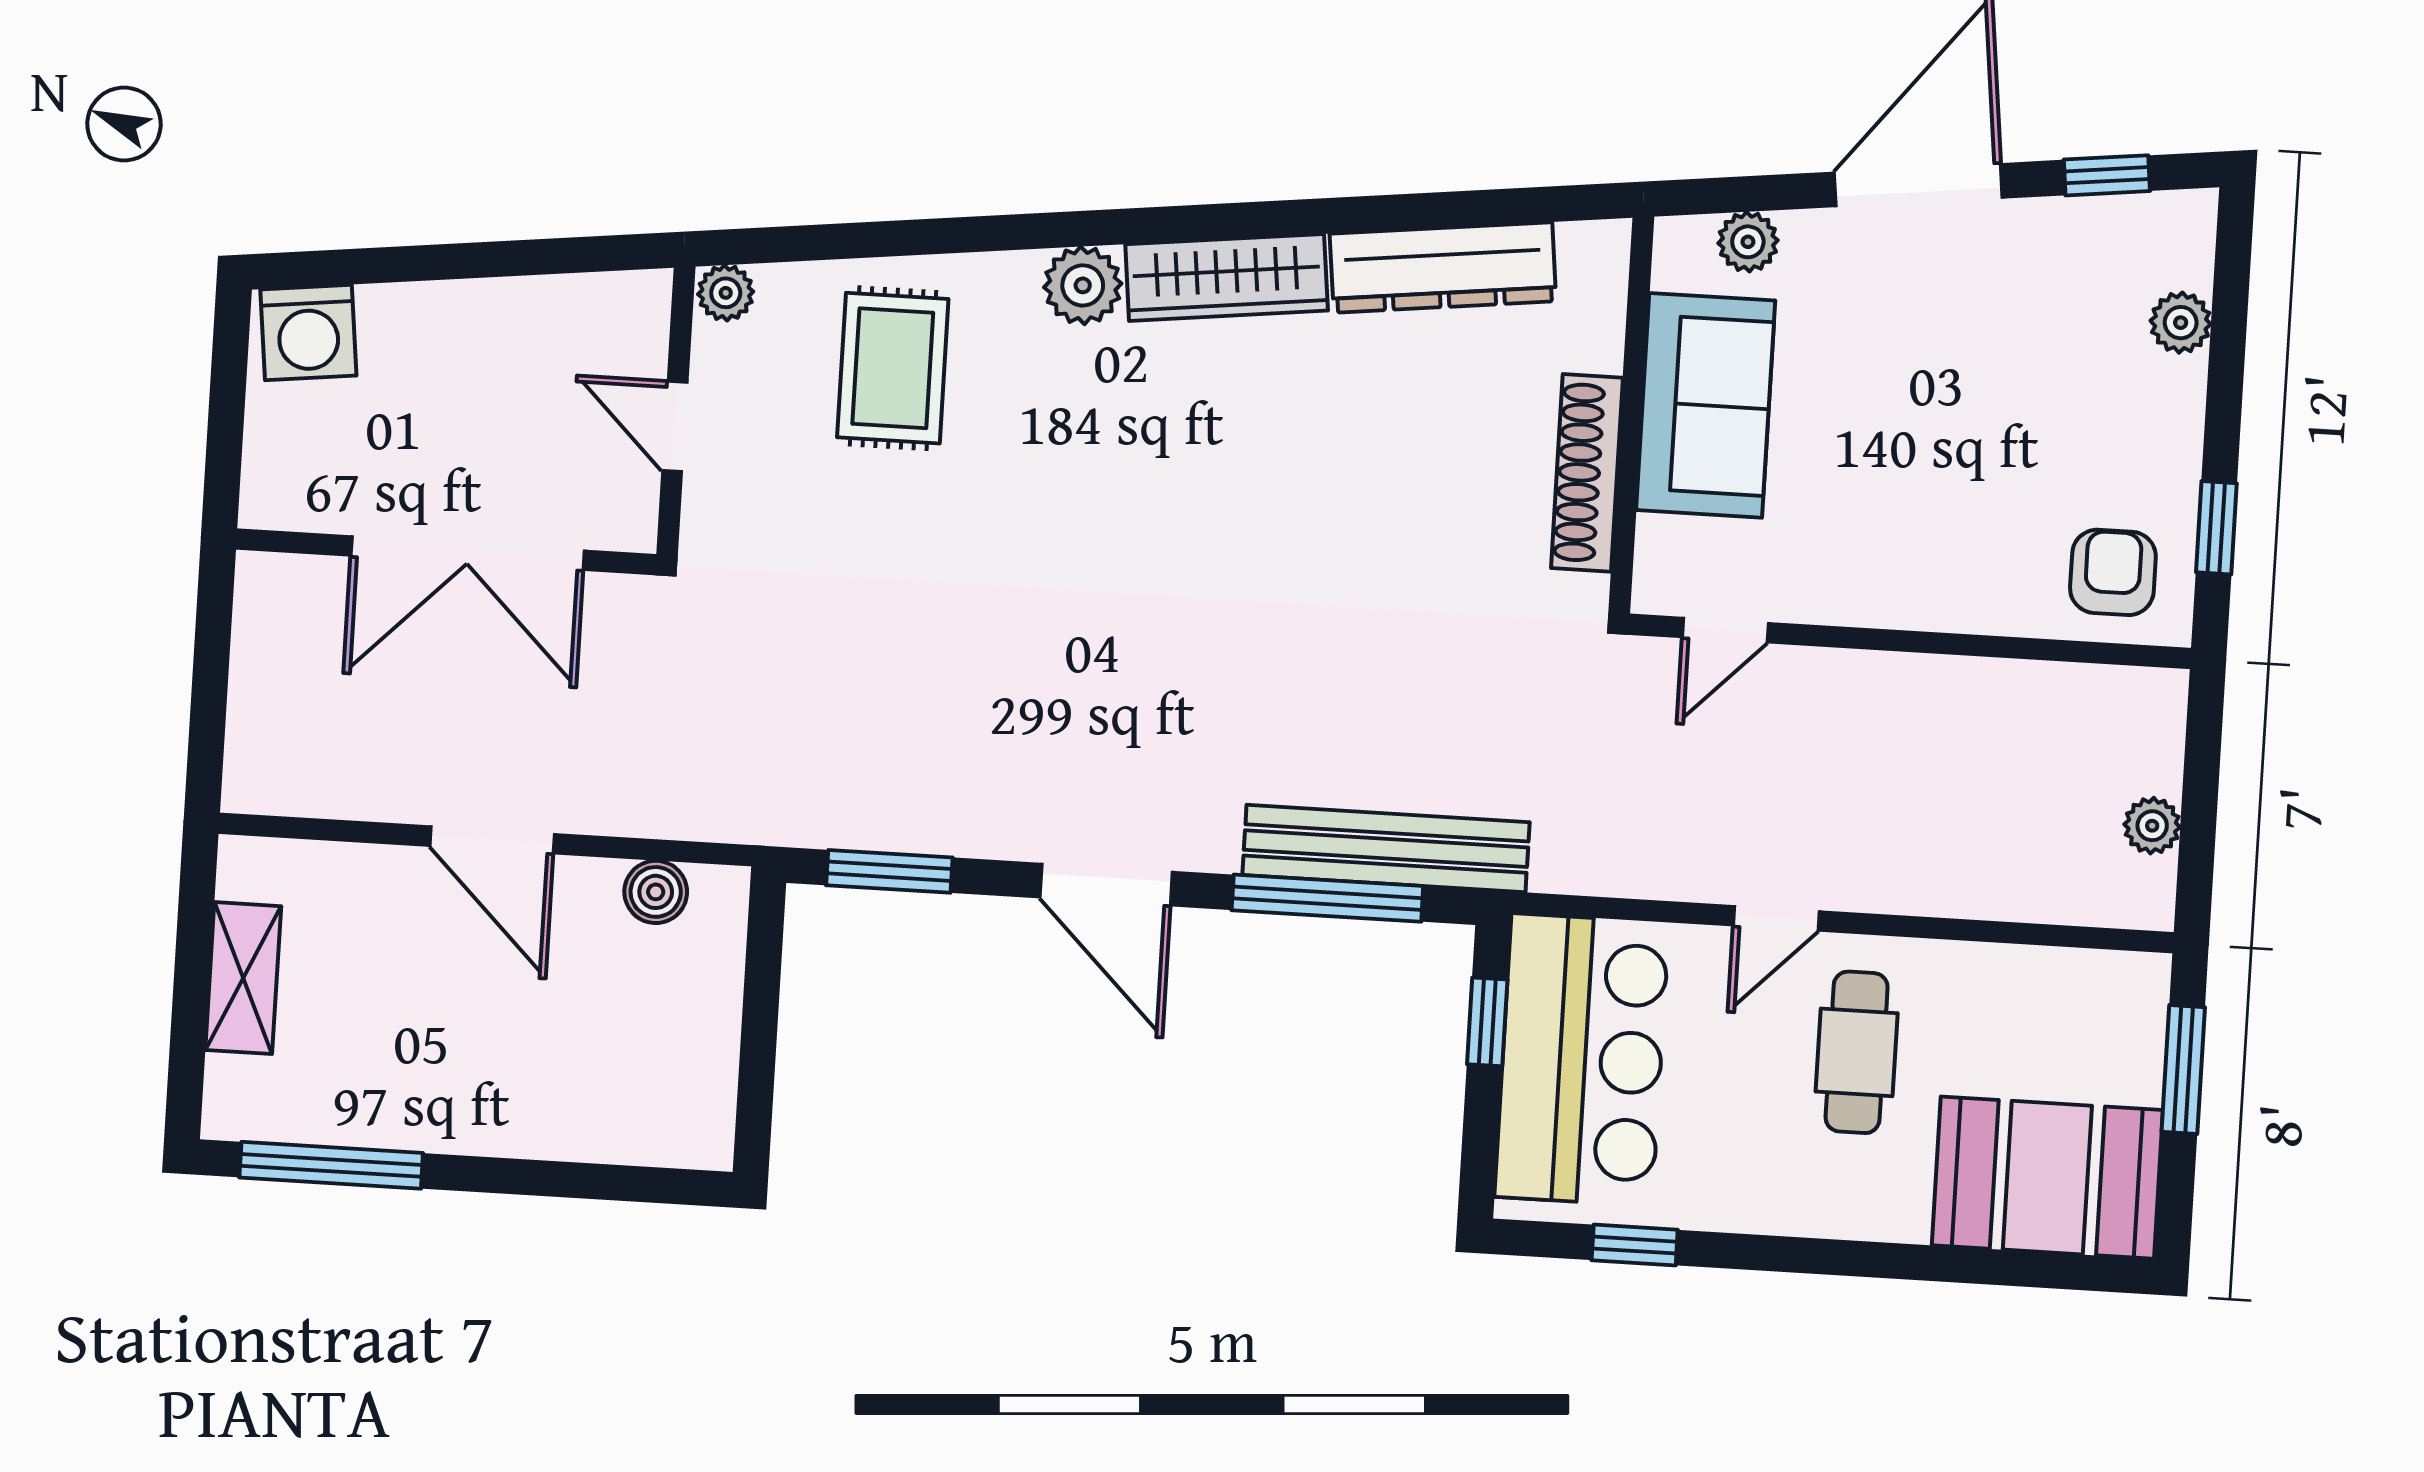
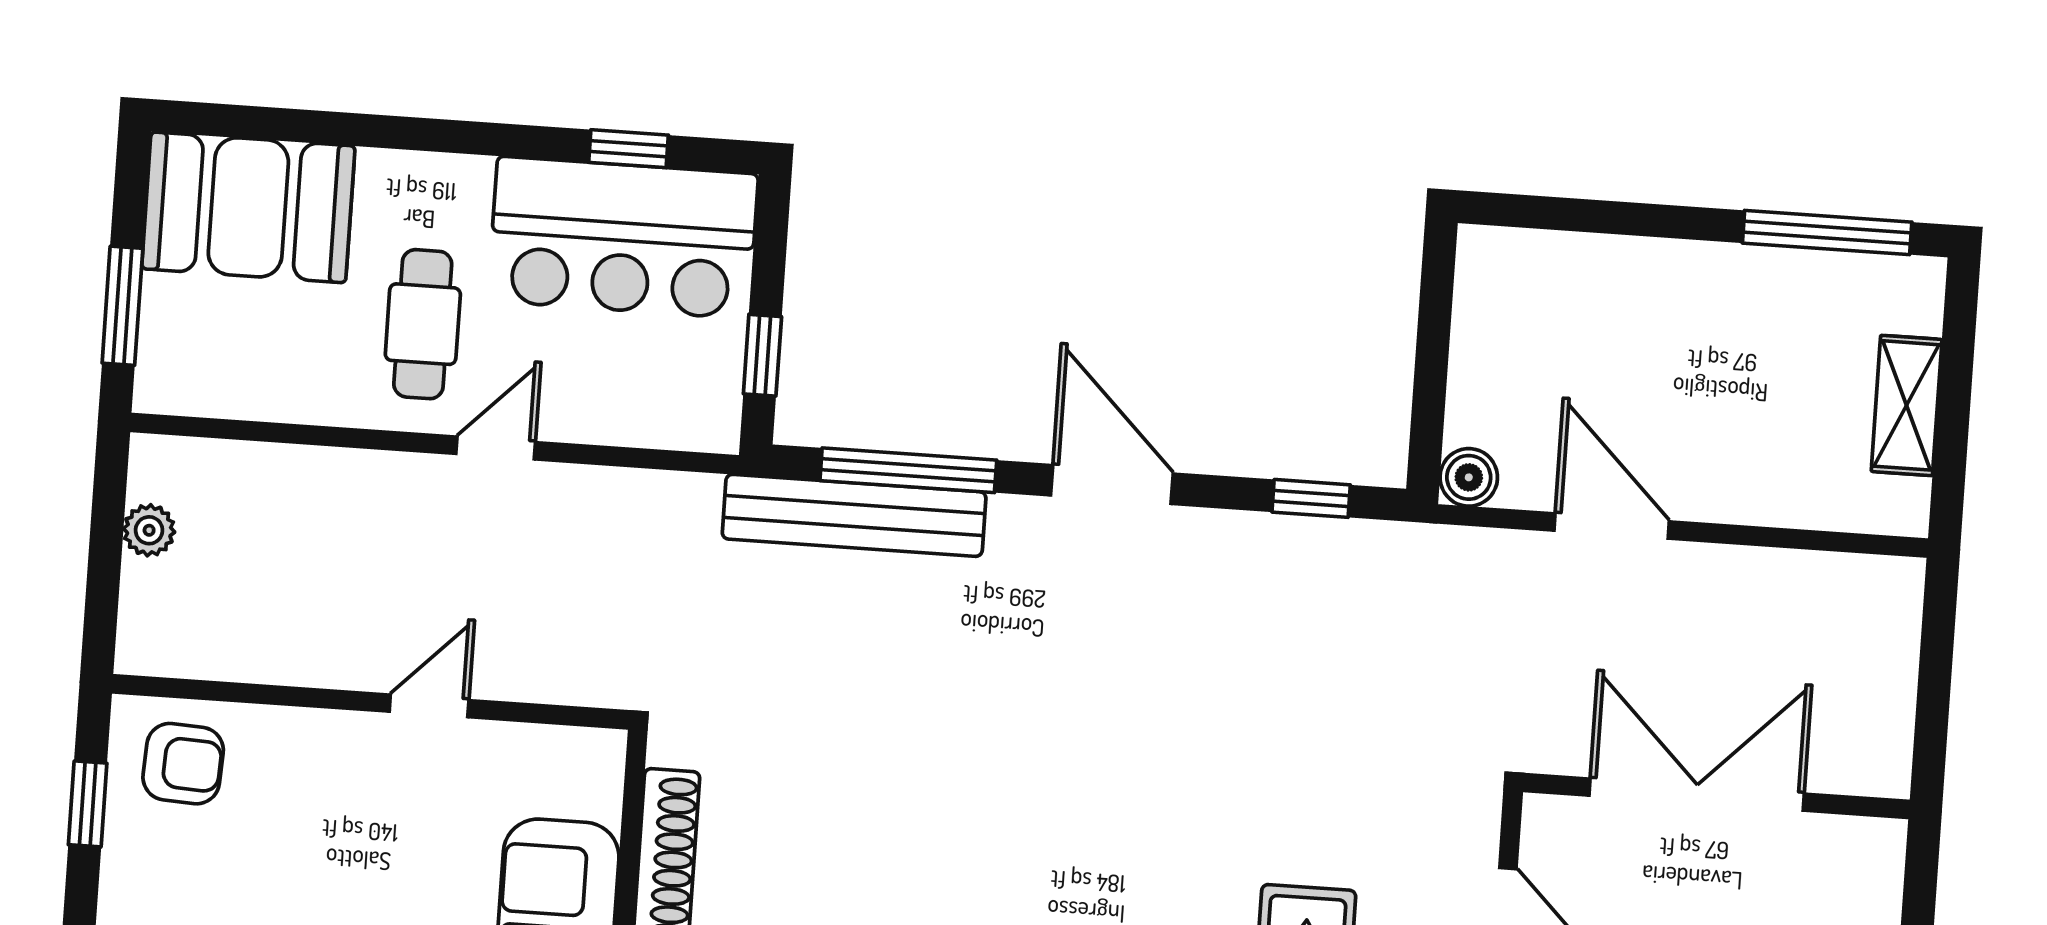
armchair: (2113, 572) -> (183, 764), turned -87
door: (1725, 630) -> (429, 706), moved
door: (492, 840) -> (1612, 526), moved
window: (889, 871) -> (1311, 498), width x0.67
boiler: (656, 892) -> (1469, 477), moved
bar counter: (1582, 1060) -> (623, 238), moved, turned -90

